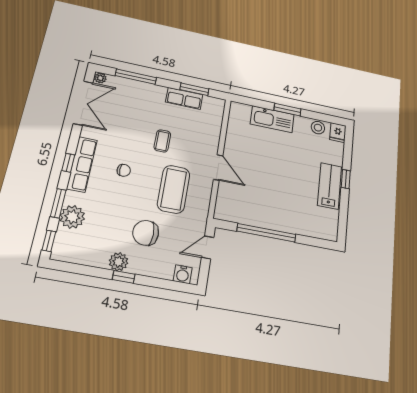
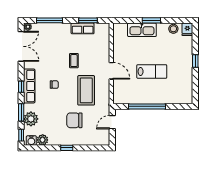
lab bench: (330, 186) -> (152, 71), moved, turned 90
plant: (119, 262) -> (43, 140), moved
water cooler: (183, 274) -> (31, 141), moved

